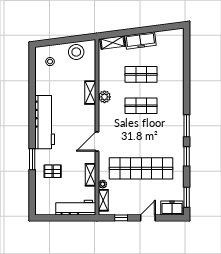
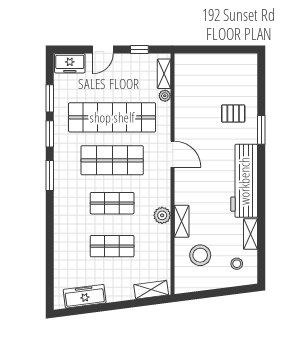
freezer: (140, 40) -> (85, 296), moved
stool: (76, 52) -> (200, 255), moved
shop shelf: (141, 137) -> (112, 160), added
door: (97, 142) -> (173, 154), hinge flipped
shelving: (91, 175) -> (250, 234), moved
window: (187, 197) -> (50, 98), moved
workbench: (76, 208) -> (202, 64), removed

